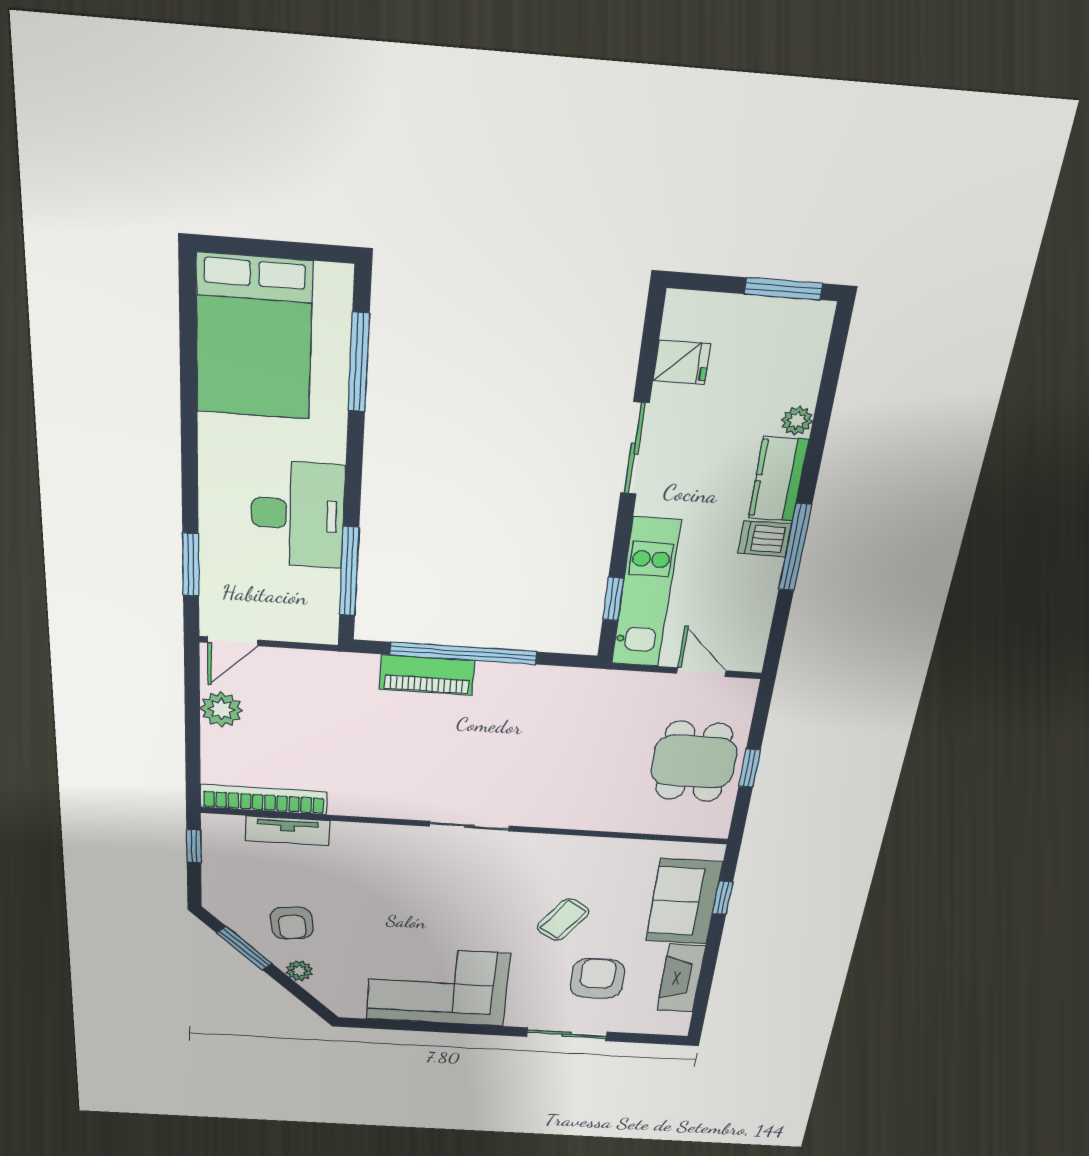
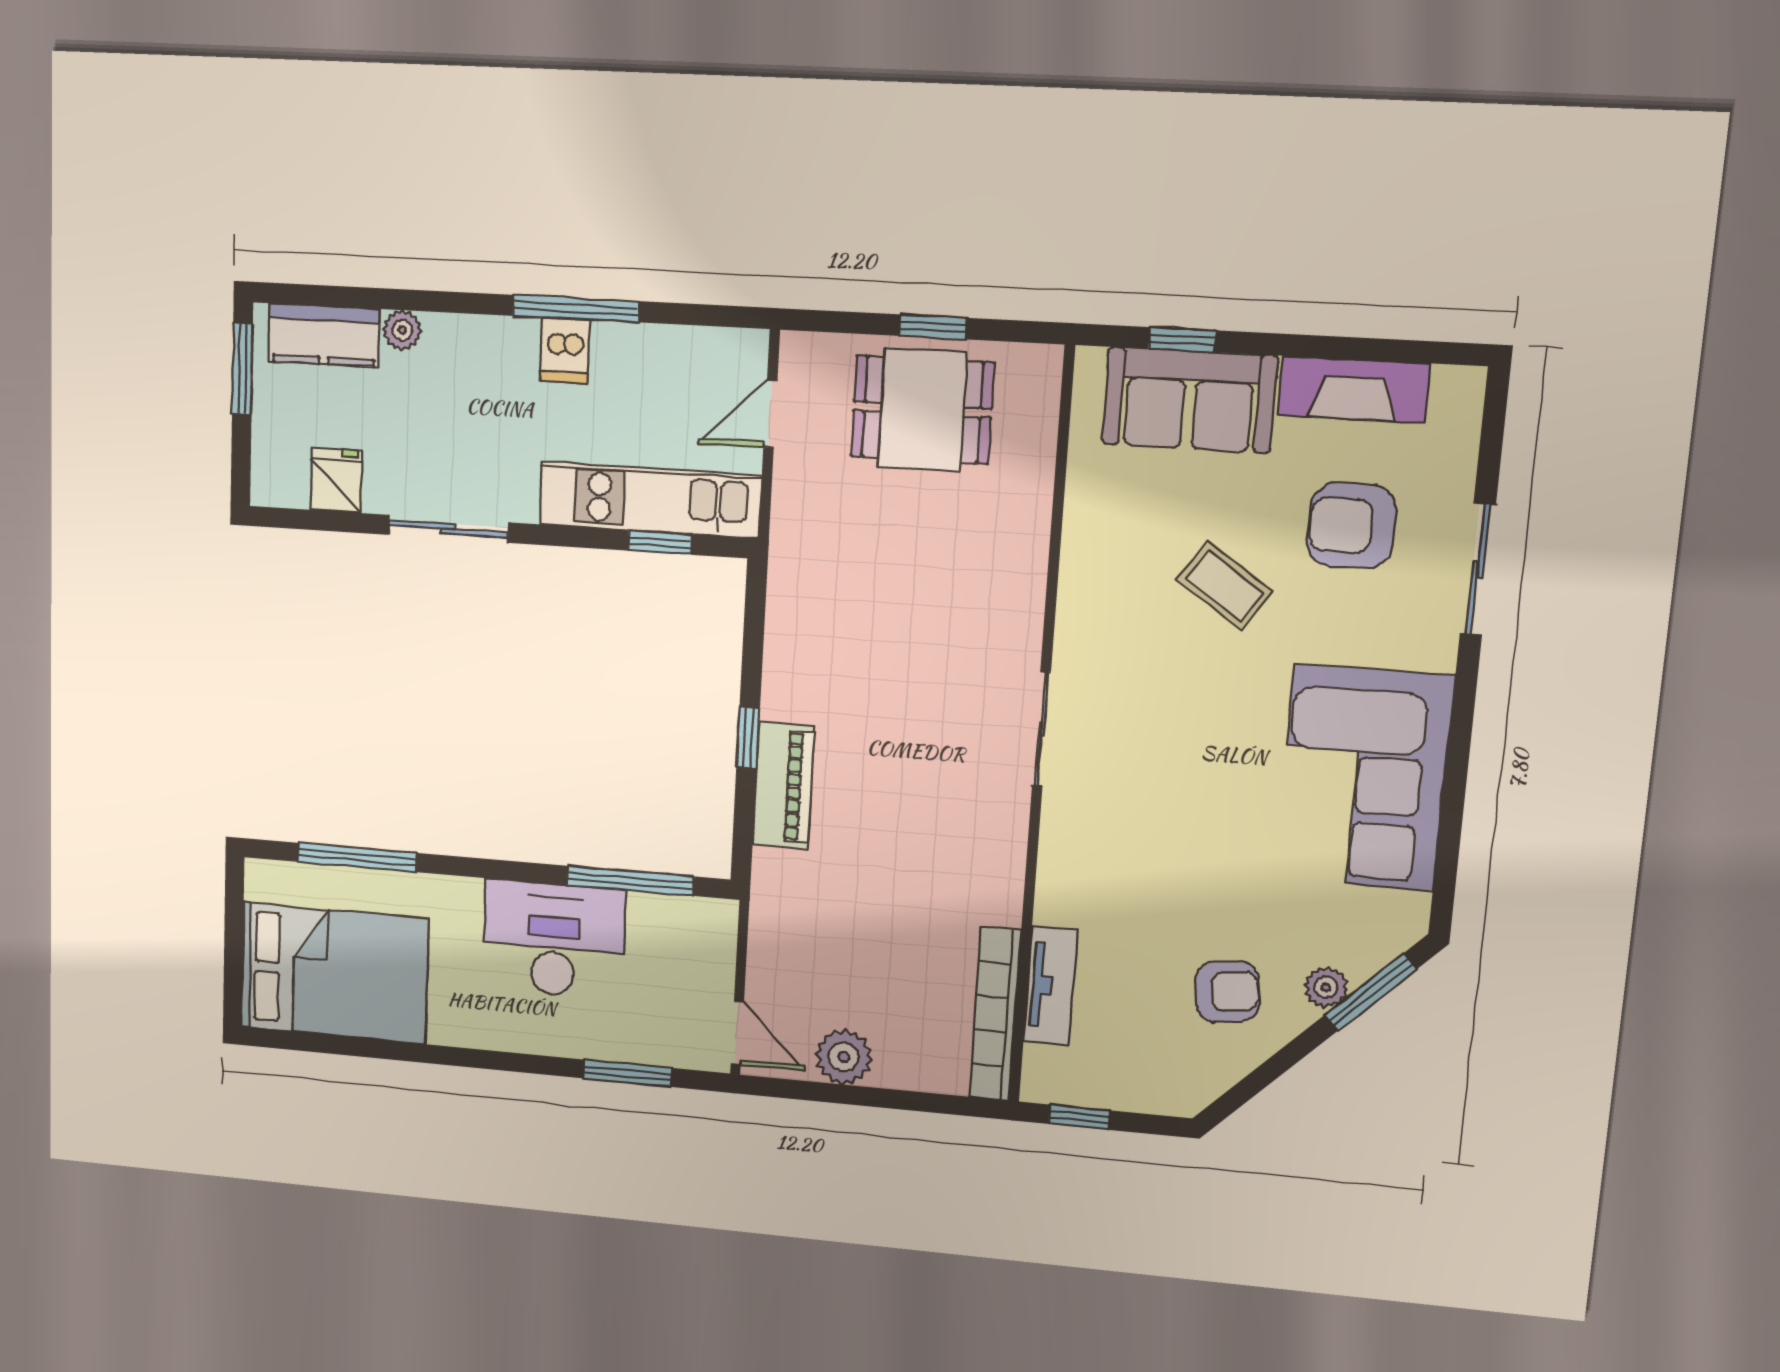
kitchen counter: (778, 479) -> (324, 335), moved
window: (463, 653) -> (748, 737), width x0.32
window: (244, 948) -> (1370, 992), moved

